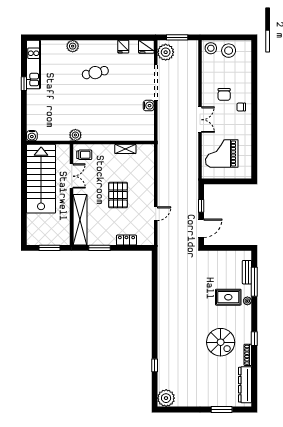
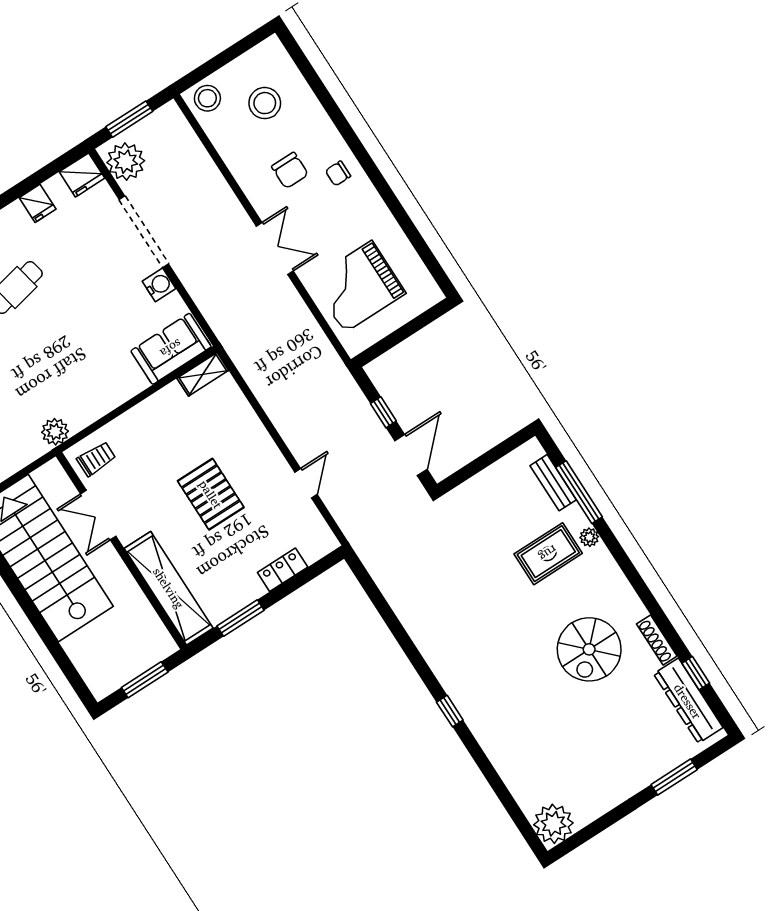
stool: (229, 51) -> (265, 103), moved
sofa: (138, 132) -> (171, 349), added
shelving: (125, 149) -> (203, 374), moved
double door: (72, 176) -> (98, 515), swing flipped
window: (254, 339) -> (696, 673), moved
spiral stairs: (221, 342) -> (589, 649), turned 90
window: (155, 365) -> (450, 711), moved

